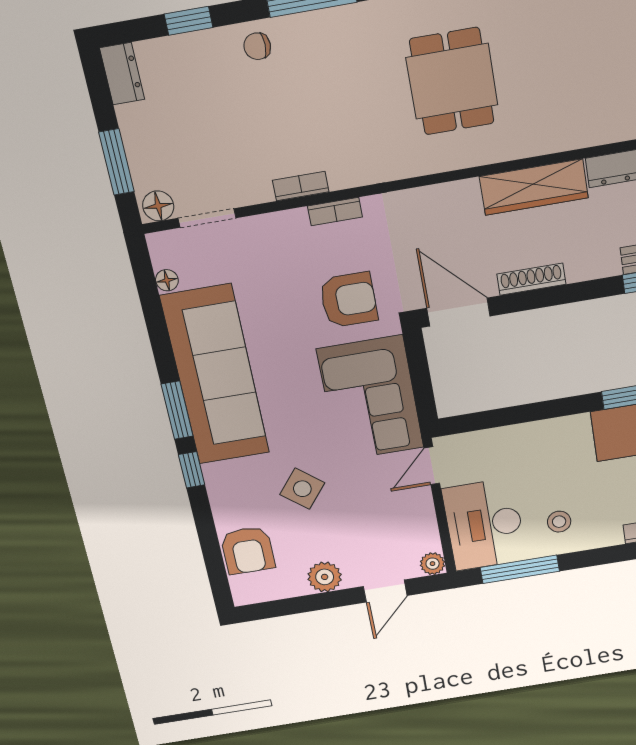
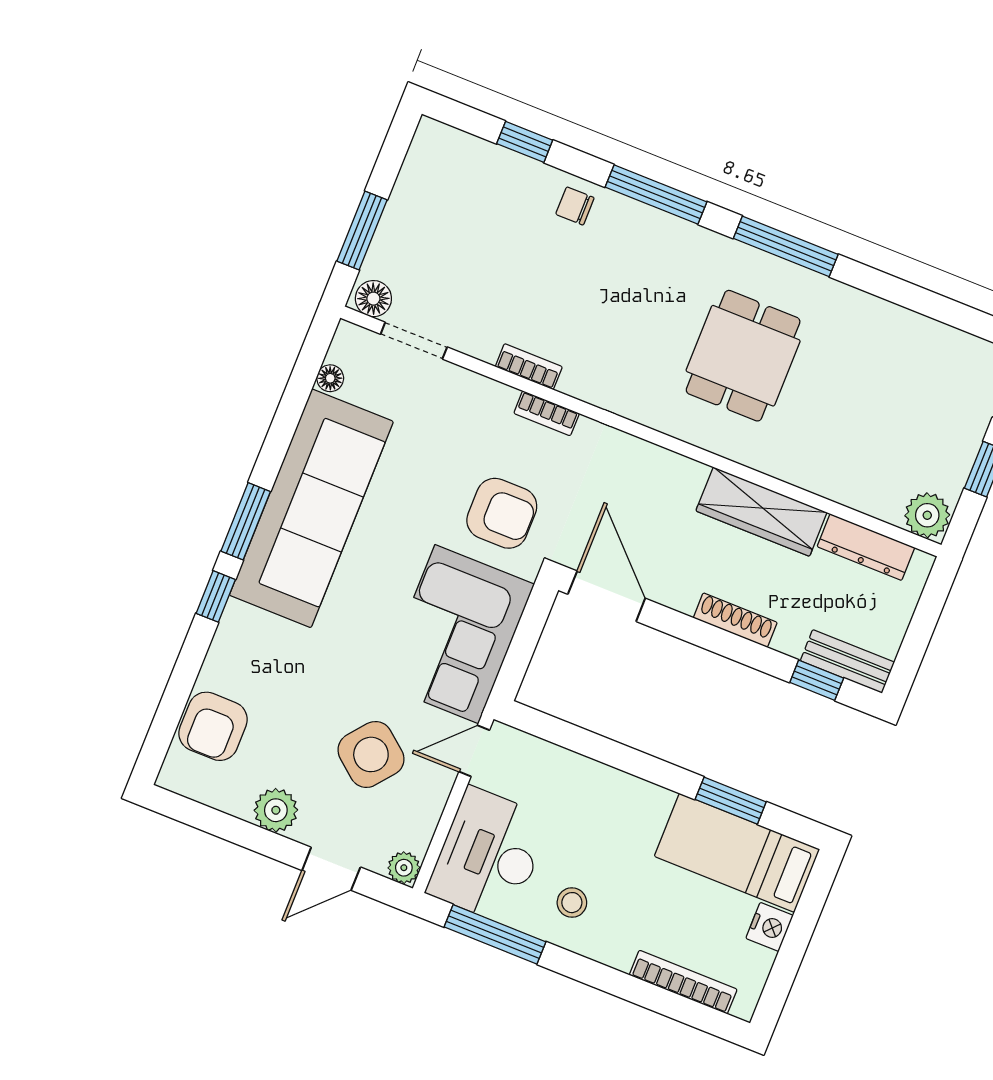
dresser: (122, 74) -> (427, 151), removed
shoe rack: (531, 279) -> (735, 620), moved
side table: (302, 489) -> (371, 754), moved, width x1.37, depth x1.37

